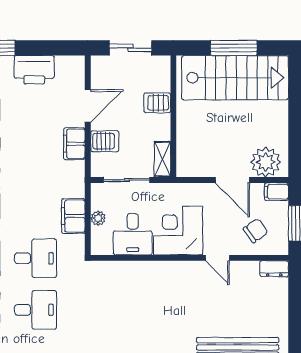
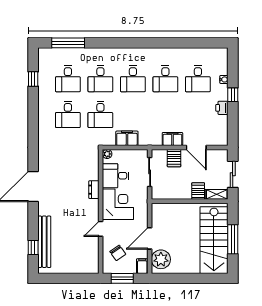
printer: (34, 70) -> (222, 108), width x0.53, depth x0.68
shelving: (162, 159) -> (217, 194), moved
plant: (98, 218) -> (107, 154), moved
dresser: (274, 269) -> (94, 190), moved

